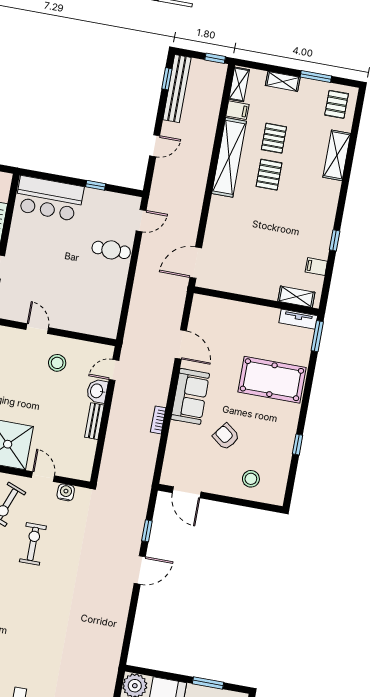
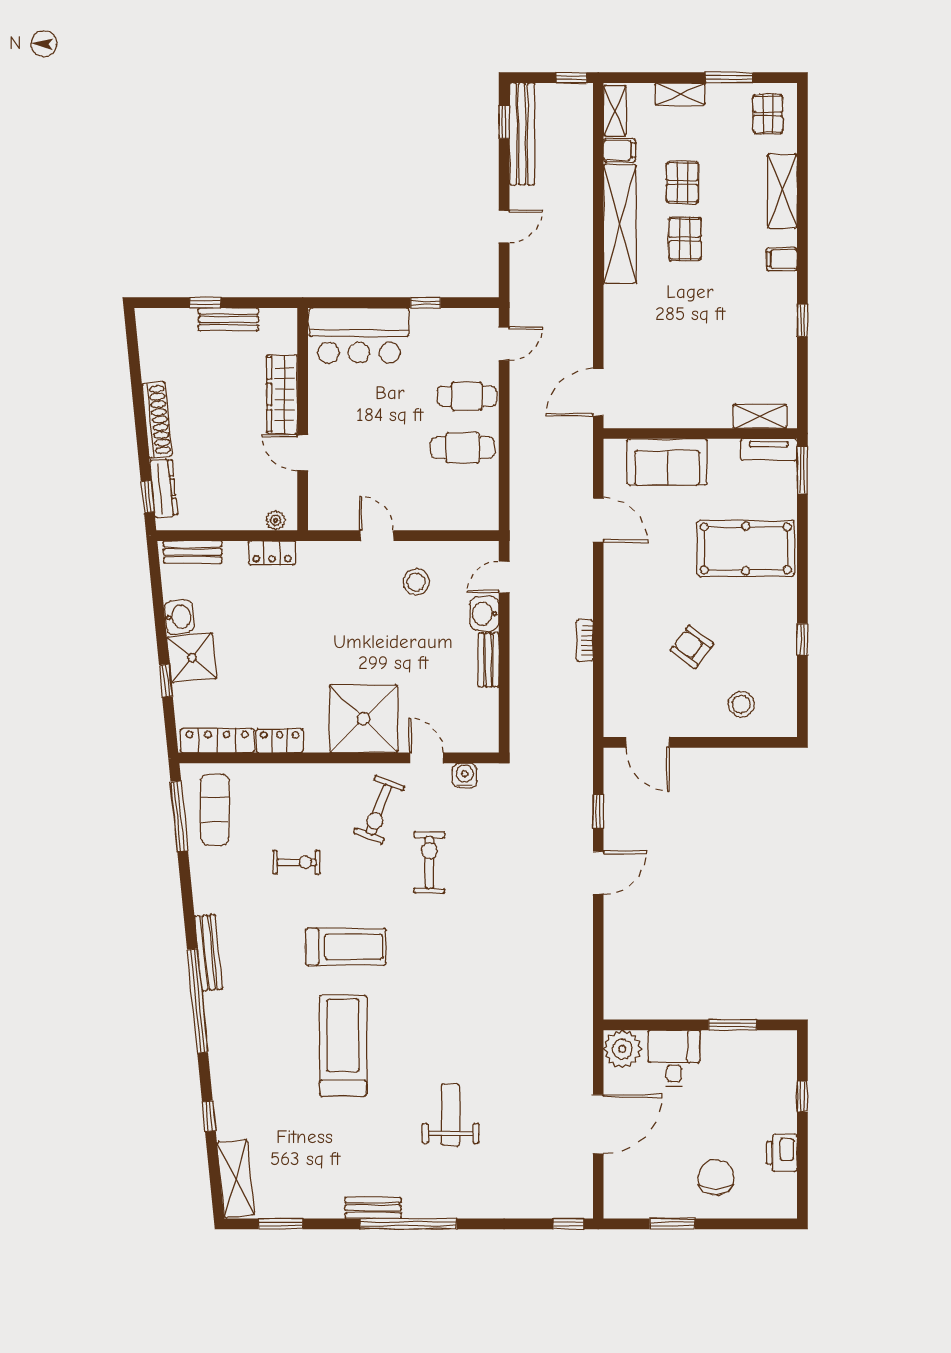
filing cabinet: (316, 267) -> (782, 259), moved
cafe table: (103, 282) -> (463, 448), added
sofa: (190, 396) -> (667, 462), moved, turned 90

